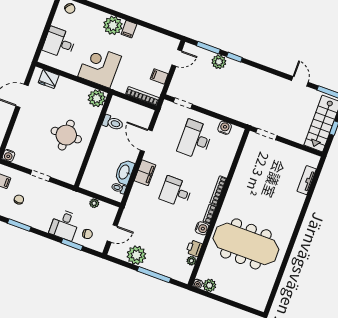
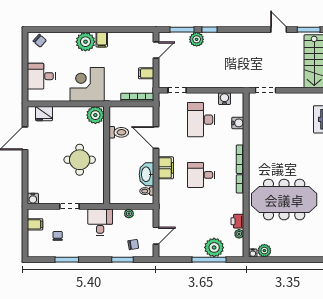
desk: (65, 225) -> (100, 222), moved, turned 180
water cooler: (202, 228) -> (238, 123), moved
plant: (136, 255) -> (214, 247), moved

